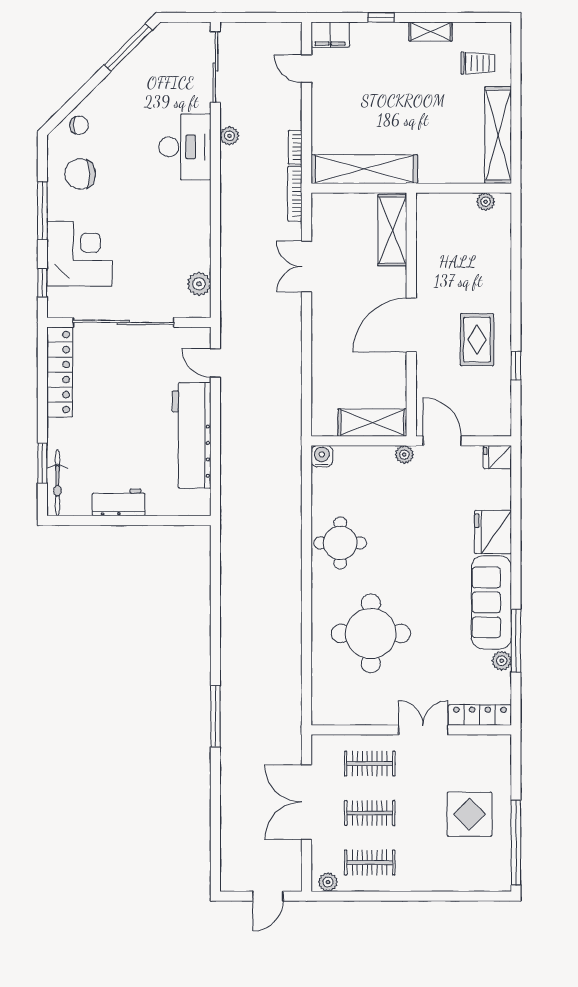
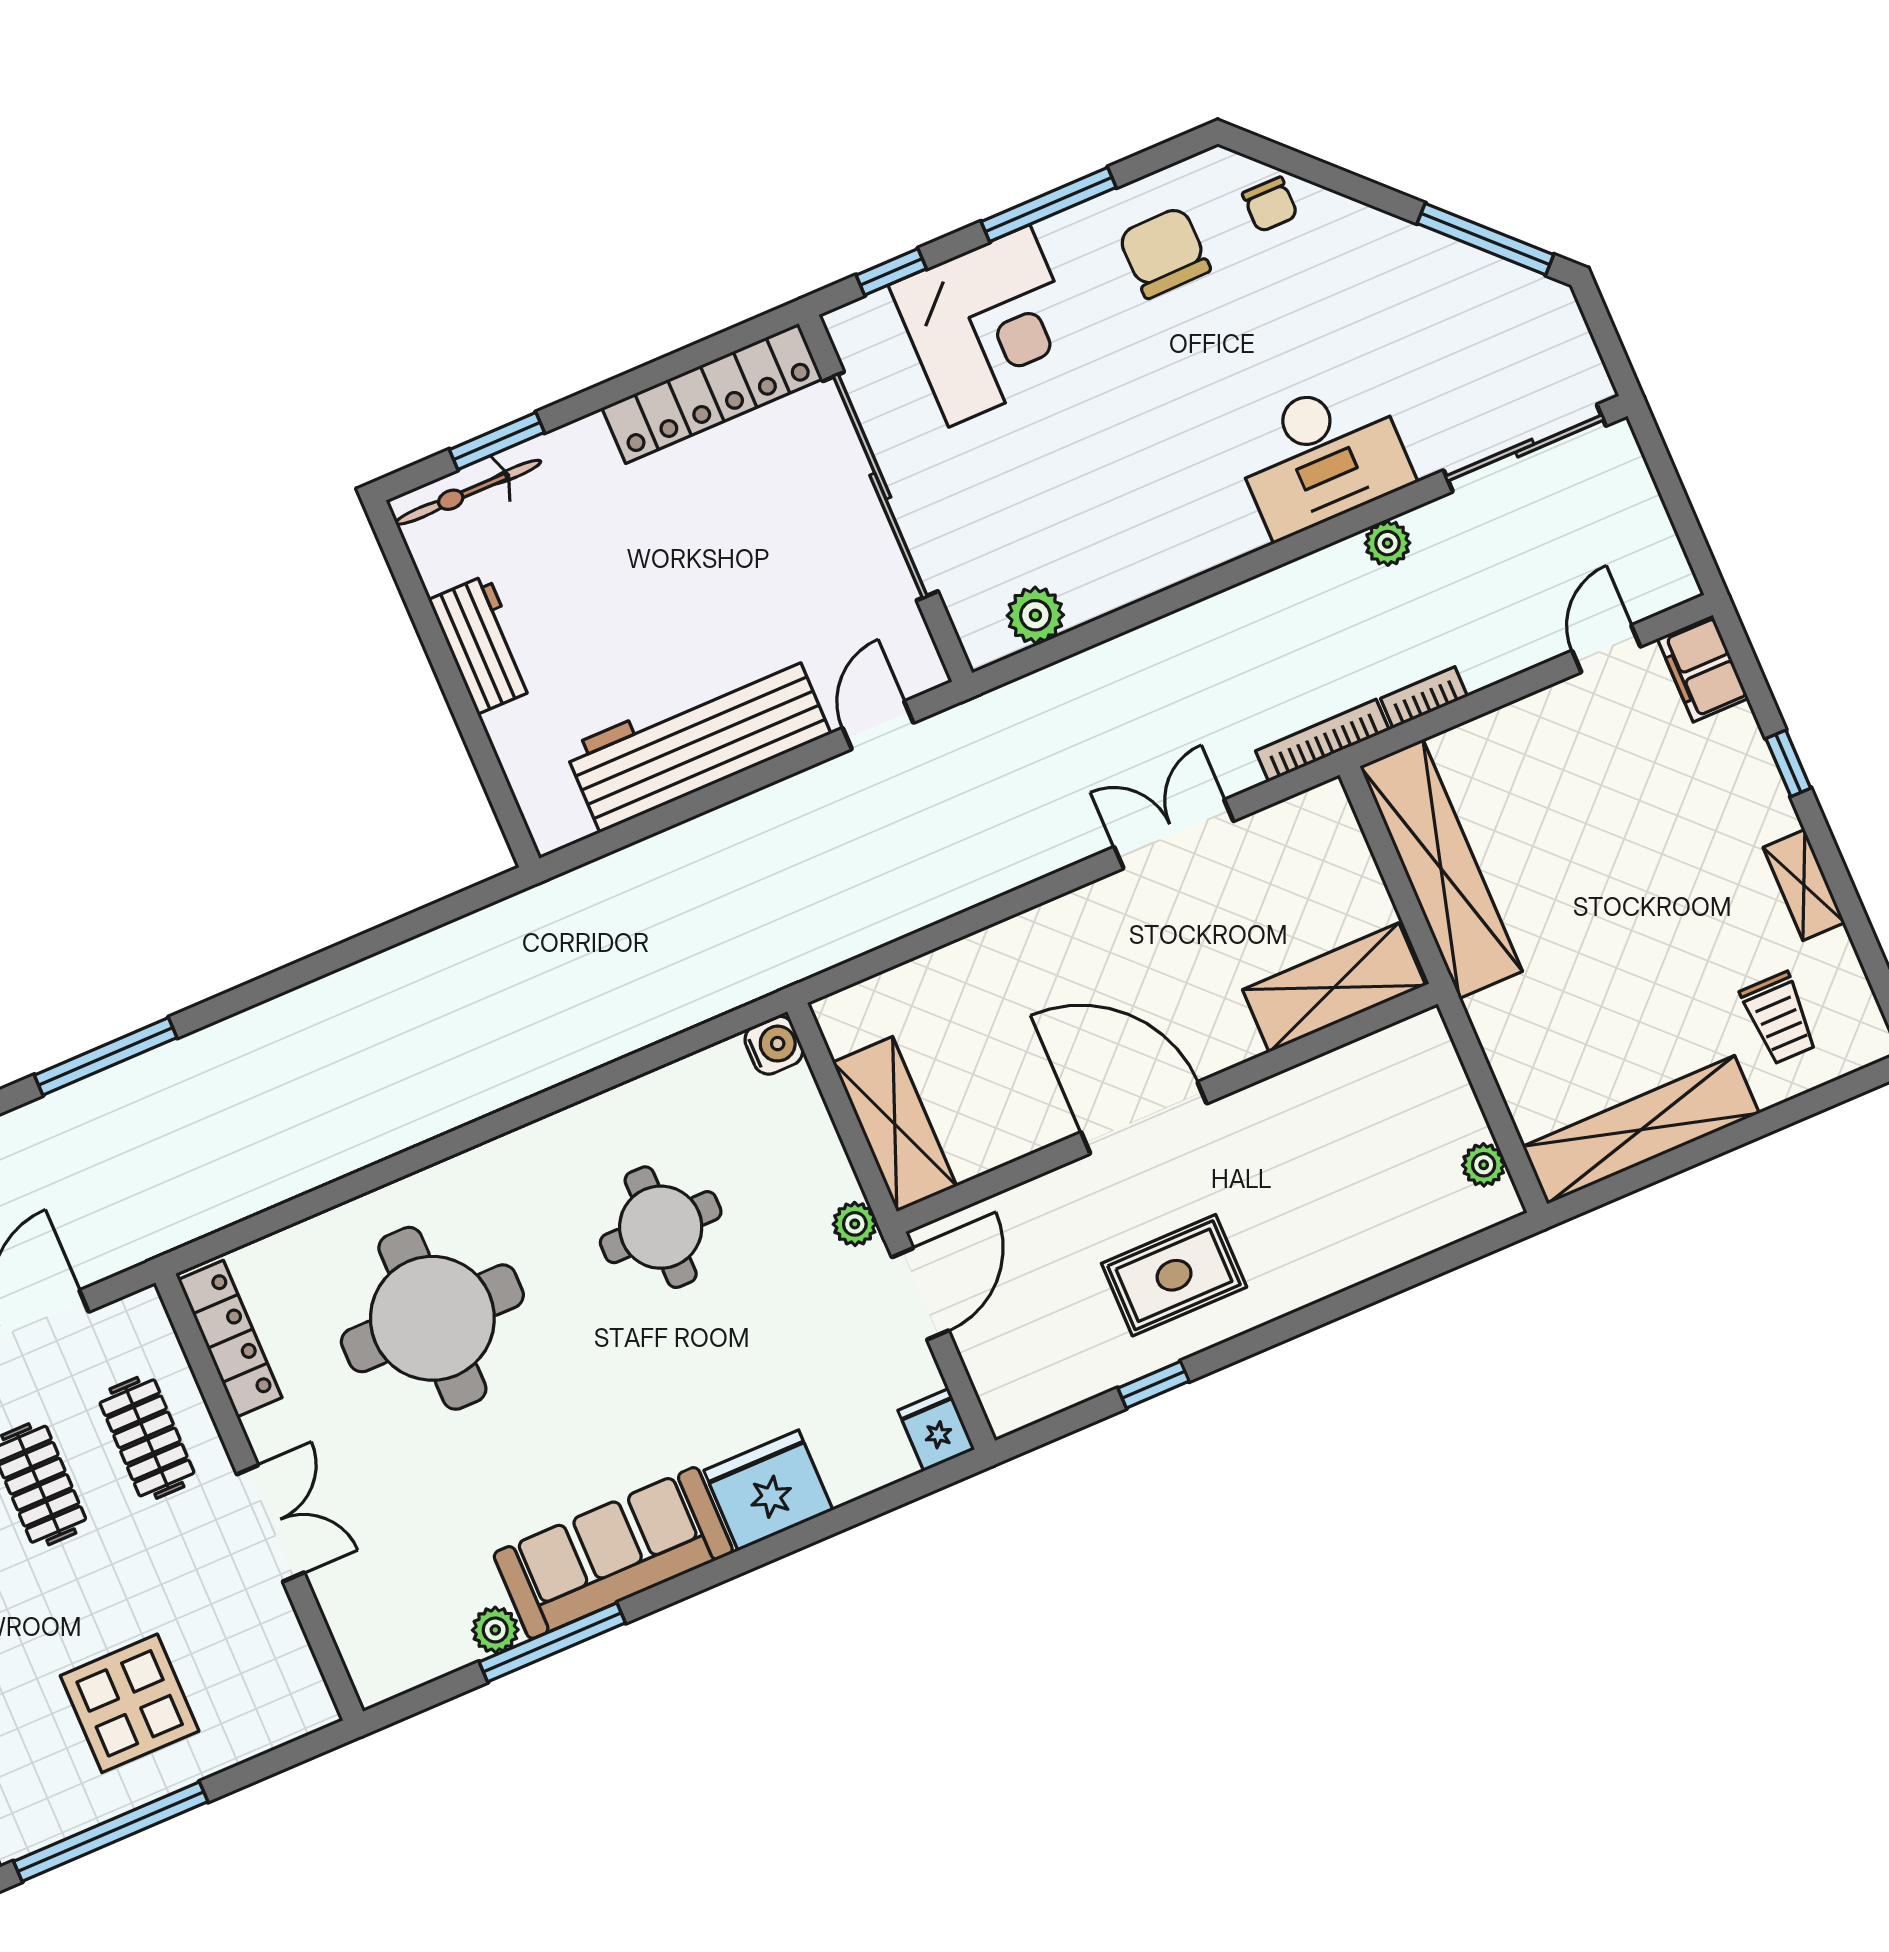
round table: (340, 543) -> (661, 1227), moved
locker: (480, 715) -> (230, 1339), moved

